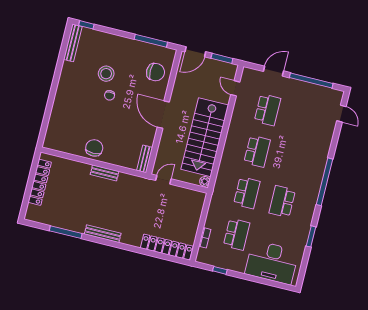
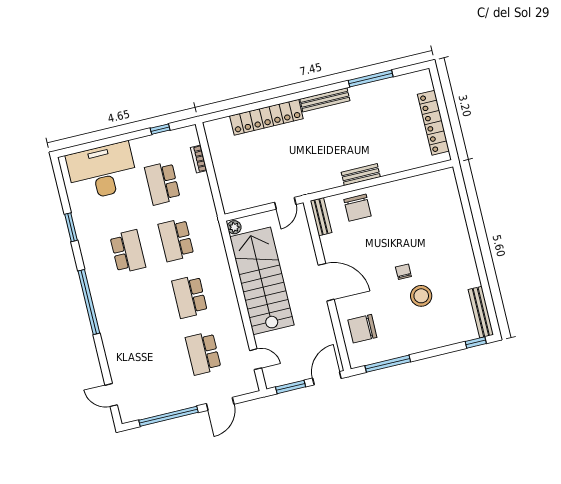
chair: (94, 148) -> (358, 208), moved
locker: (167, 247) -> (266, 117), moved

